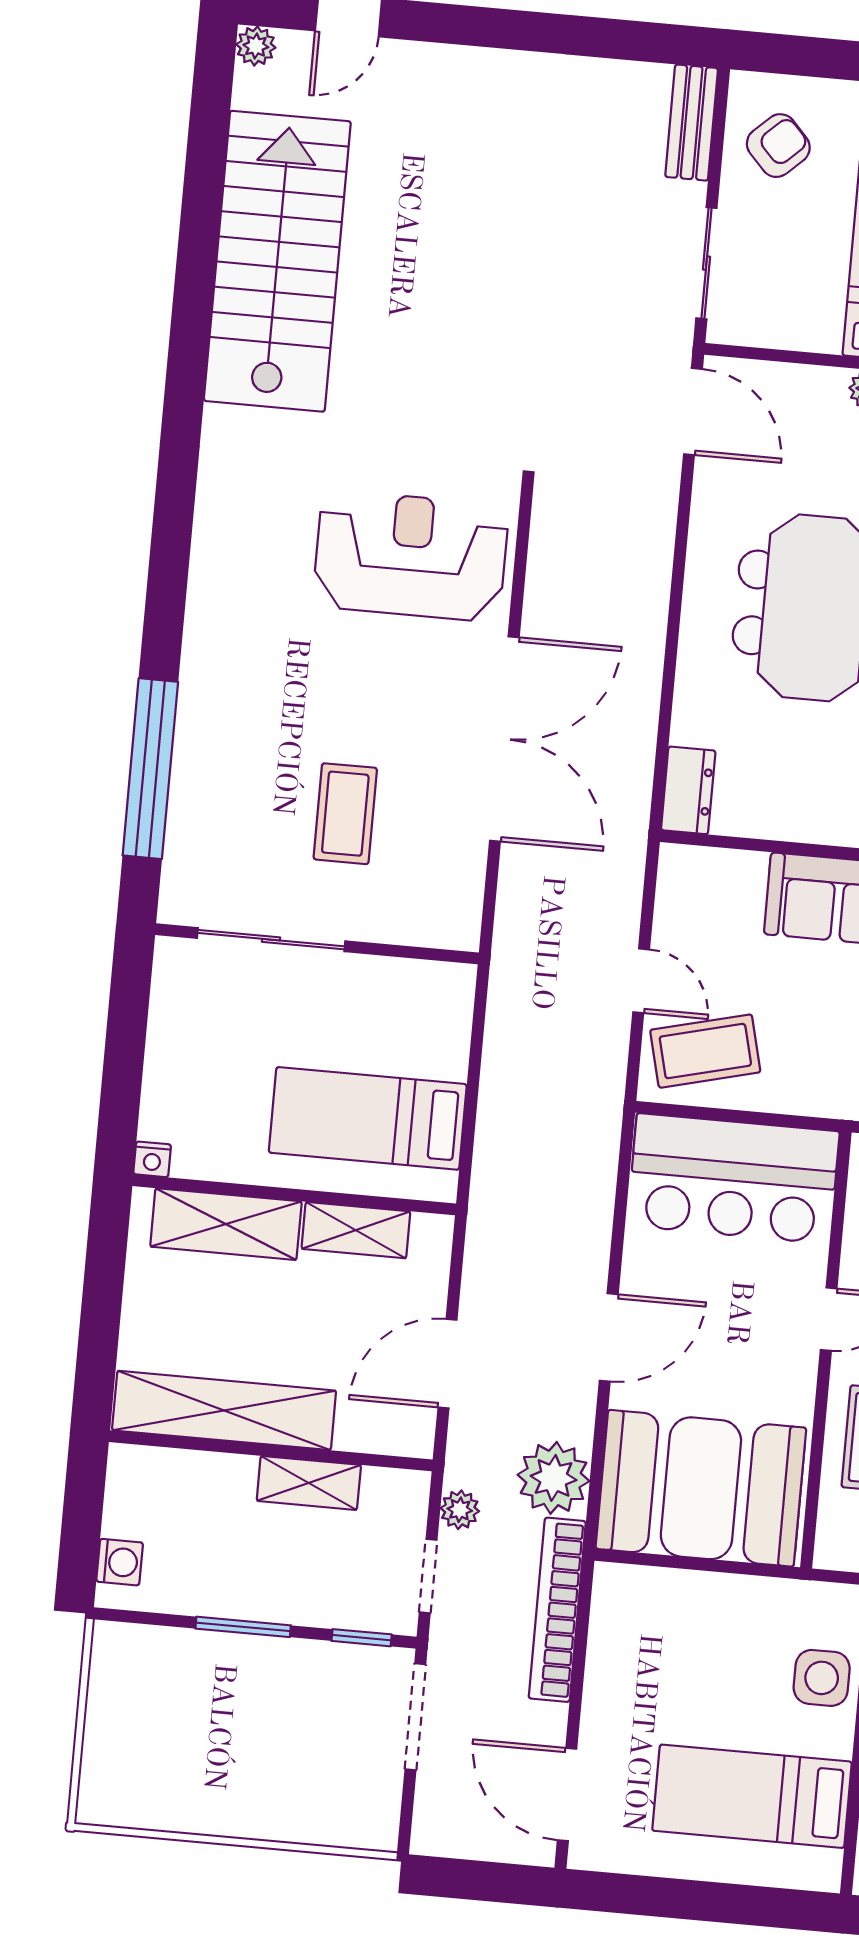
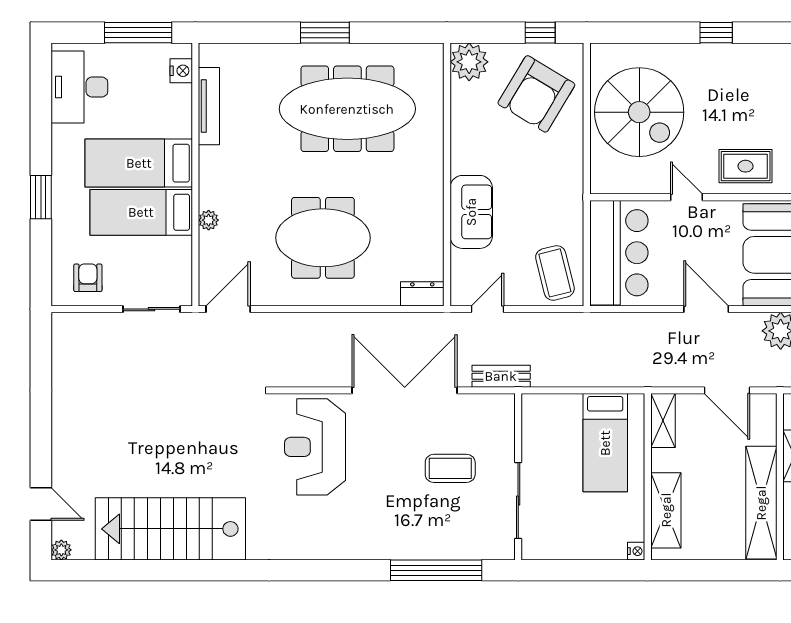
bench: (692, 123) -> (501, 376), moved
armchair: (778, 146) -> (88, 278), turned 43
door: (641, 981) -> (487, 309), moved
shelving: (356, 1230) -> (663, 420), moved

